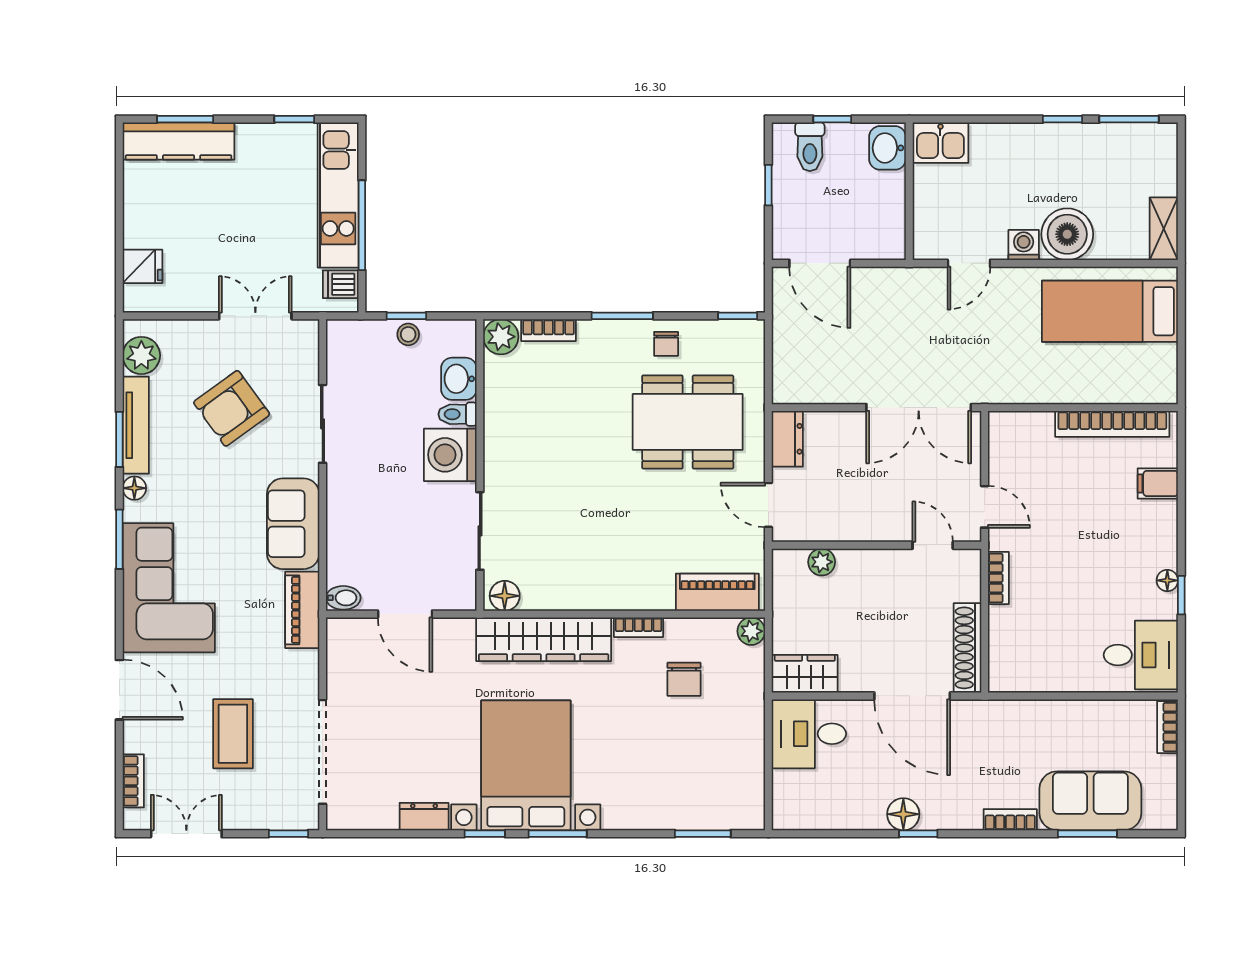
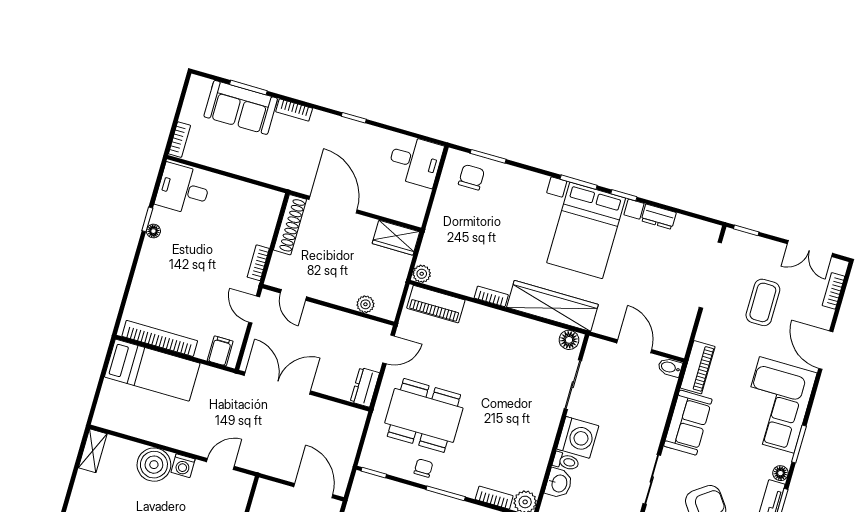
bed: (1110, 311) -> (152, 370), moved
filing cabinet: (1158, 483) -> (220, 351), moved, turned -90
door: (768, 505) -> (389, 349), hinge flipped
chair: (684, 679) -> (471, 177), moved
desk: (809, 734) -> (415, 161), moved
floor lamp: (903, 814) -> (360, 133), removed

